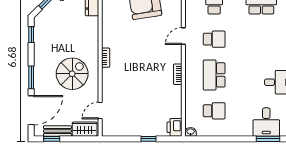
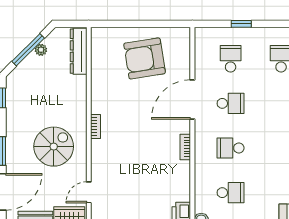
door: (183, 36) -> (192, 100), width x1.87
school desk: (214, 75) -> (231, 148), width x0.54

